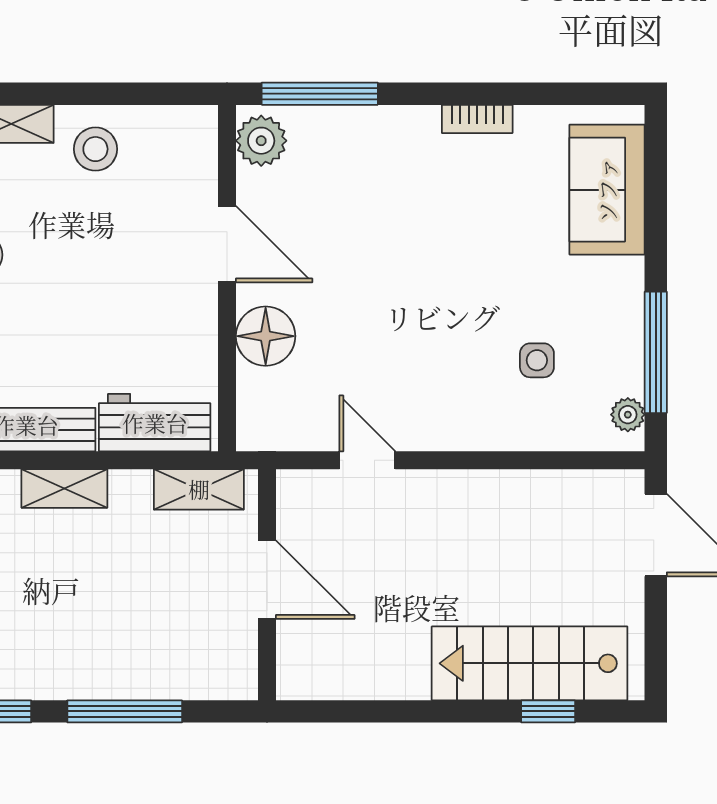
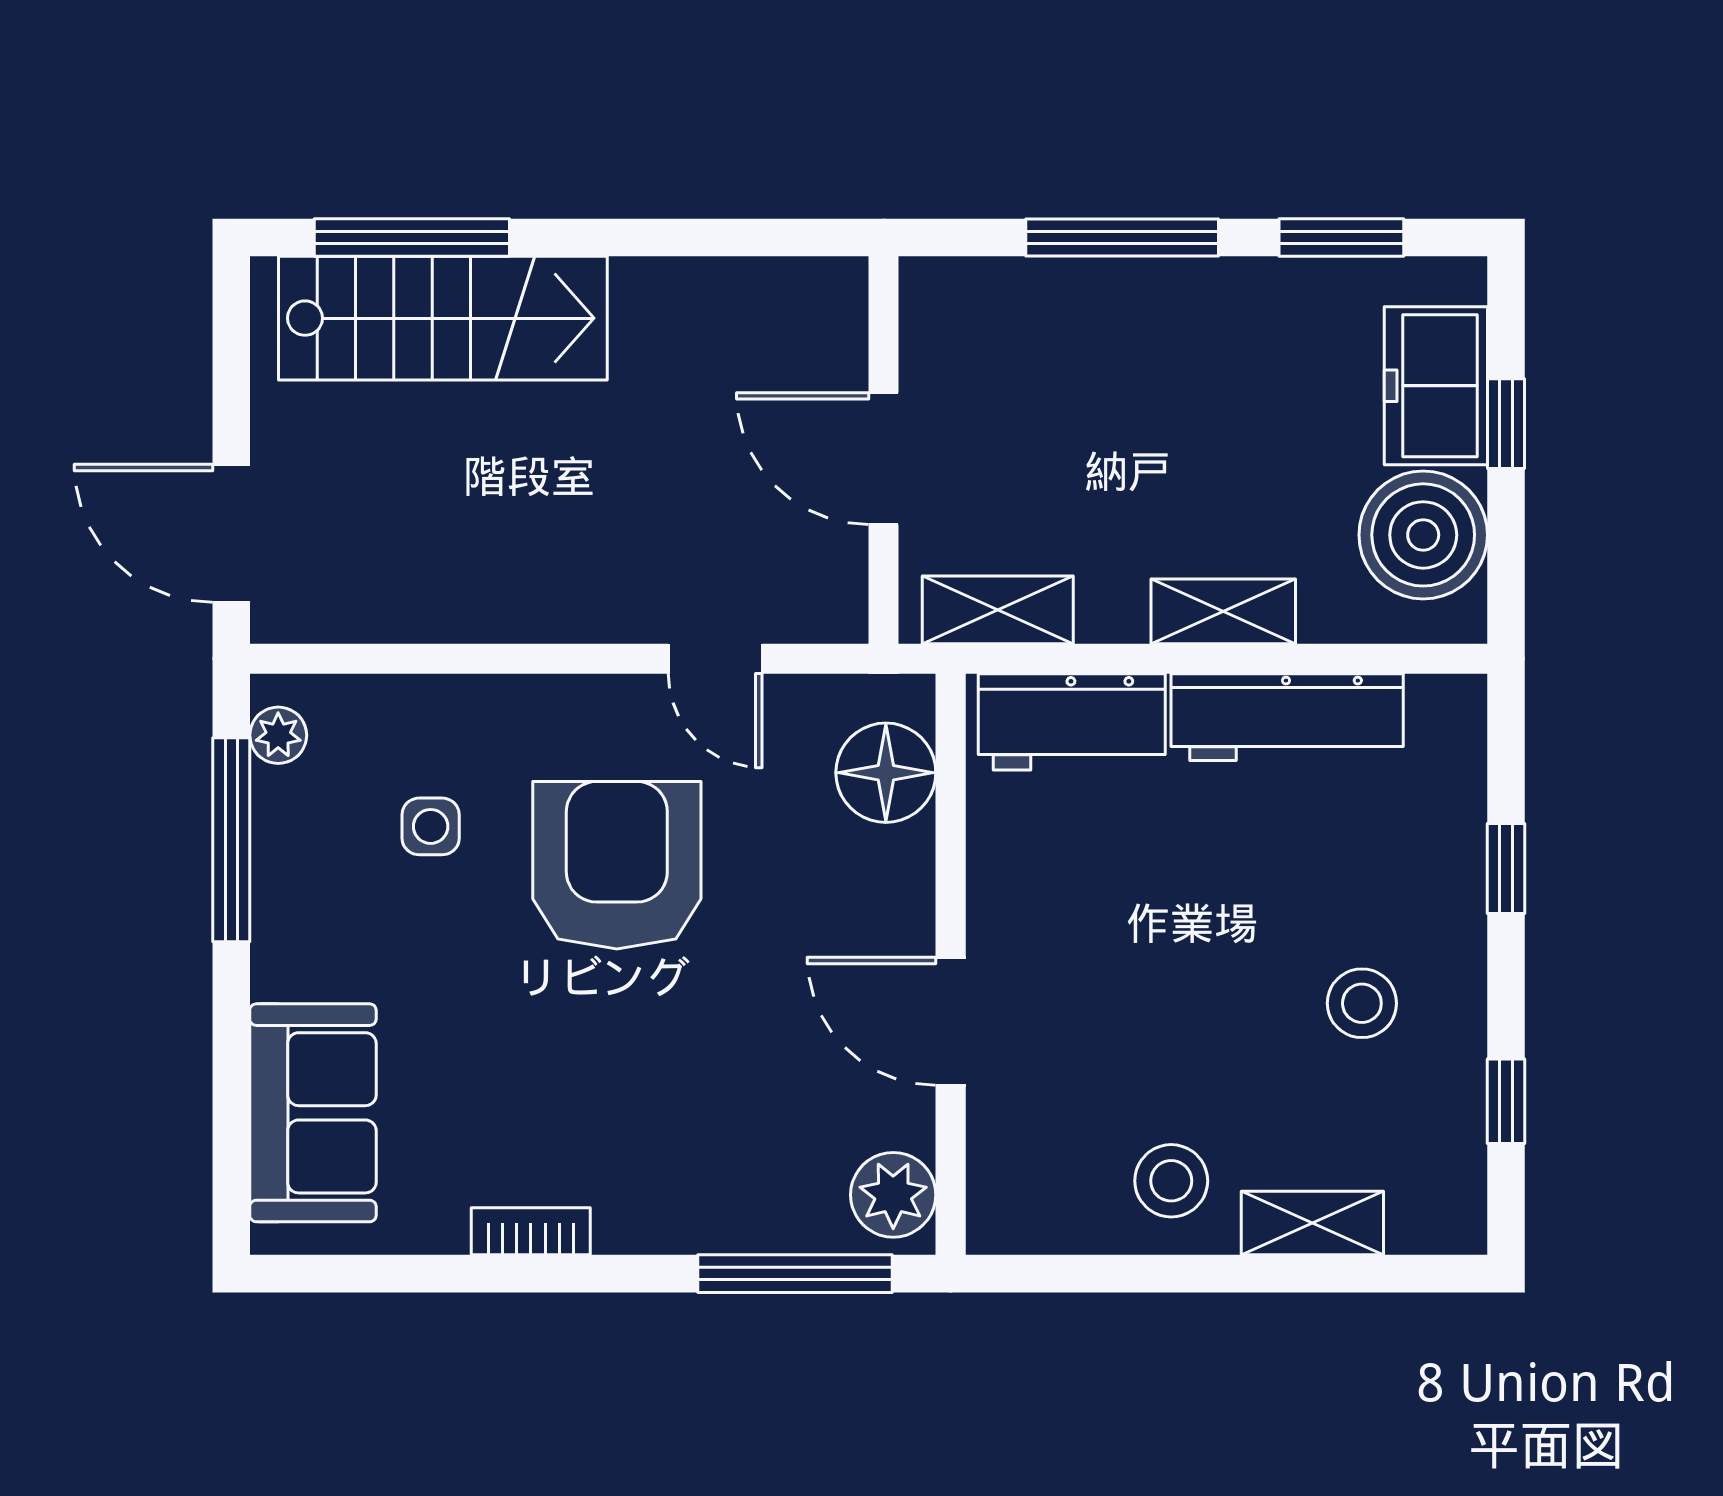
floor lamp: (266, 336) -> (886, 773), moved
armchair: (426, 337) -> (617, 865), added
window: (548, 711) -> (412, 238), width x2.17

